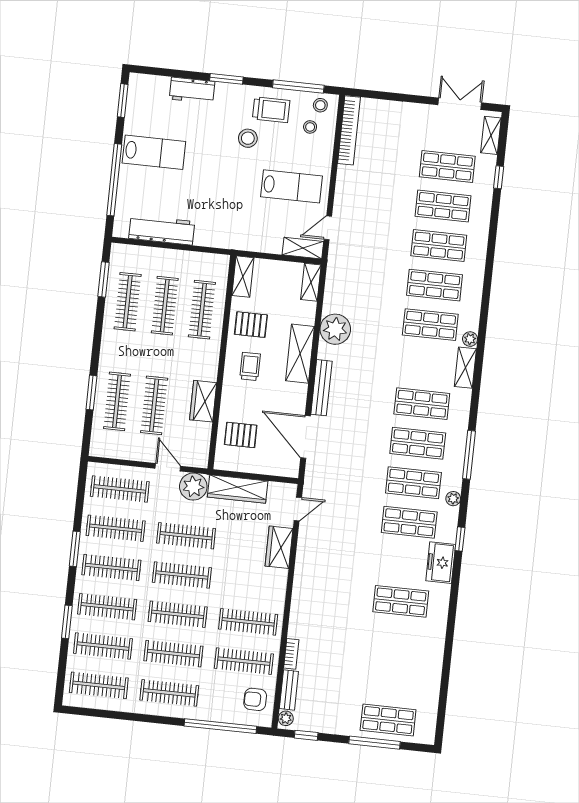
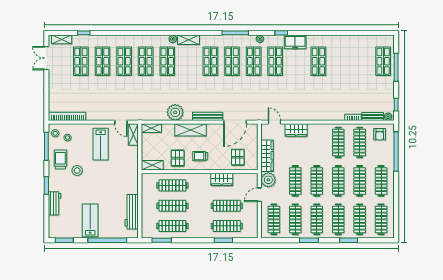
lab bench: (291, 186) -> (101, 144), turned 180

